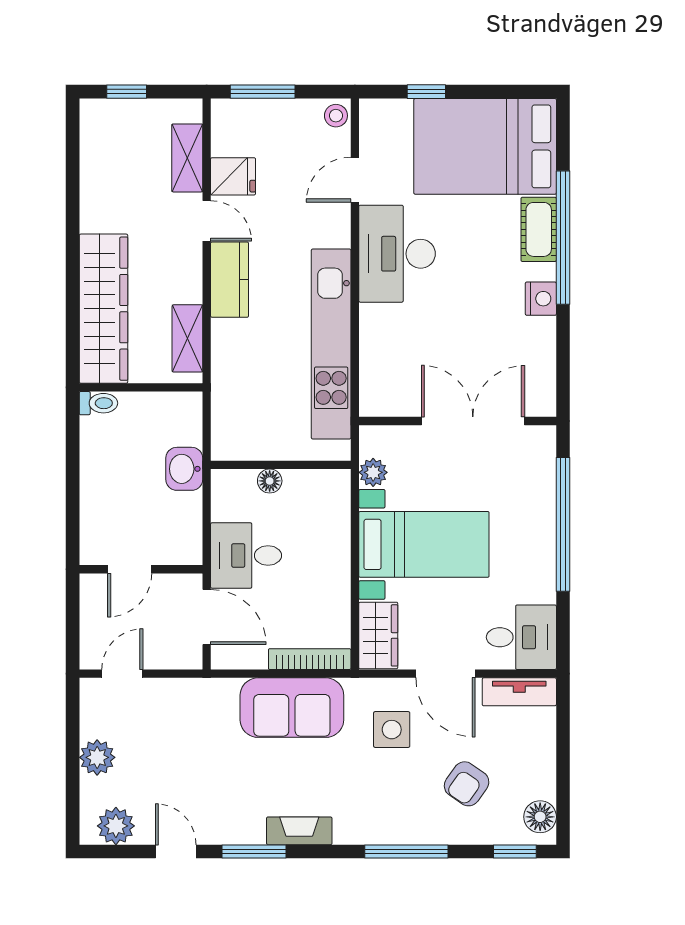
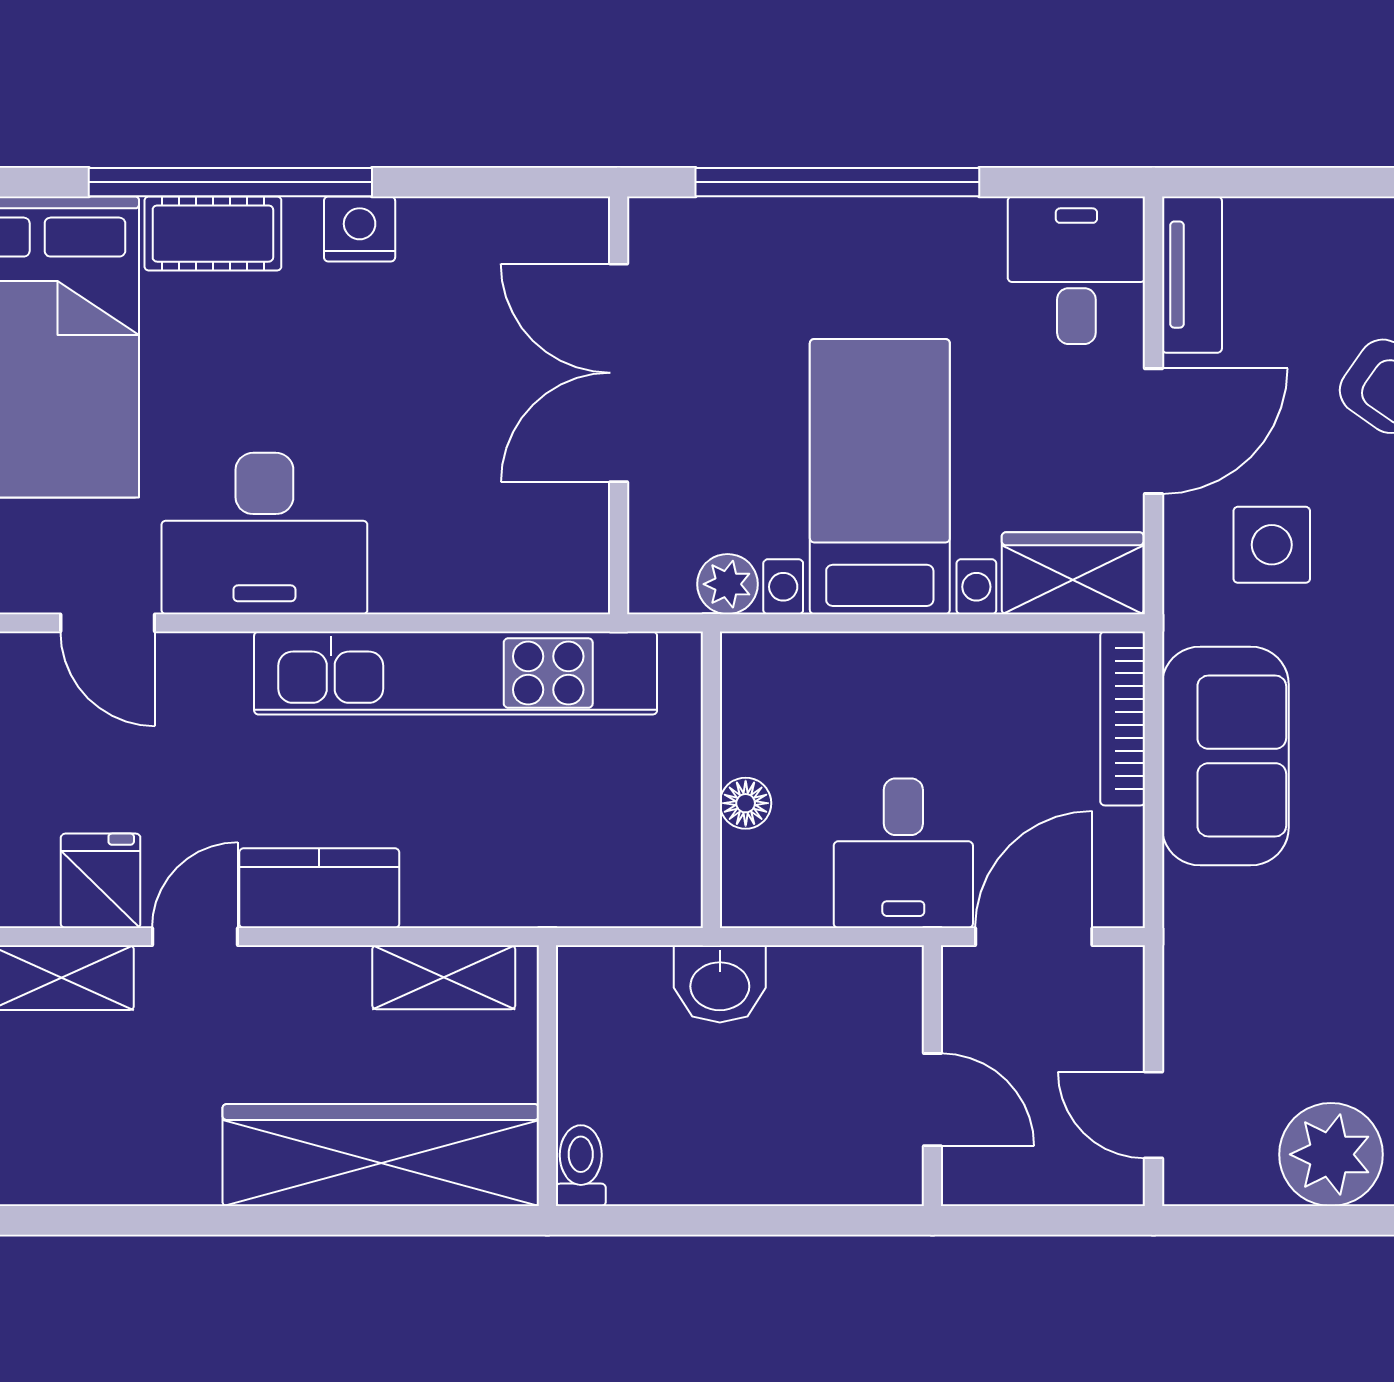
plant: (97, 757) -> (1331, 1154), width x1.36, depth x1.36

